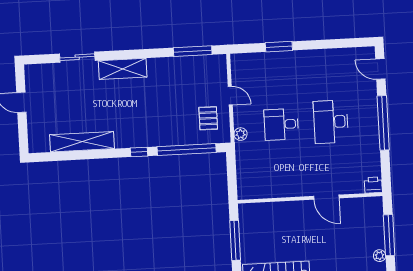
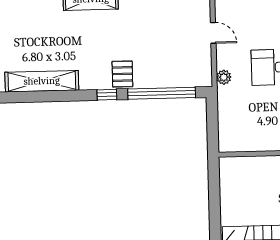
pallet: (208, 118) -> (122, 74), moved
window: (235, 240) -> (214, 199), removed

